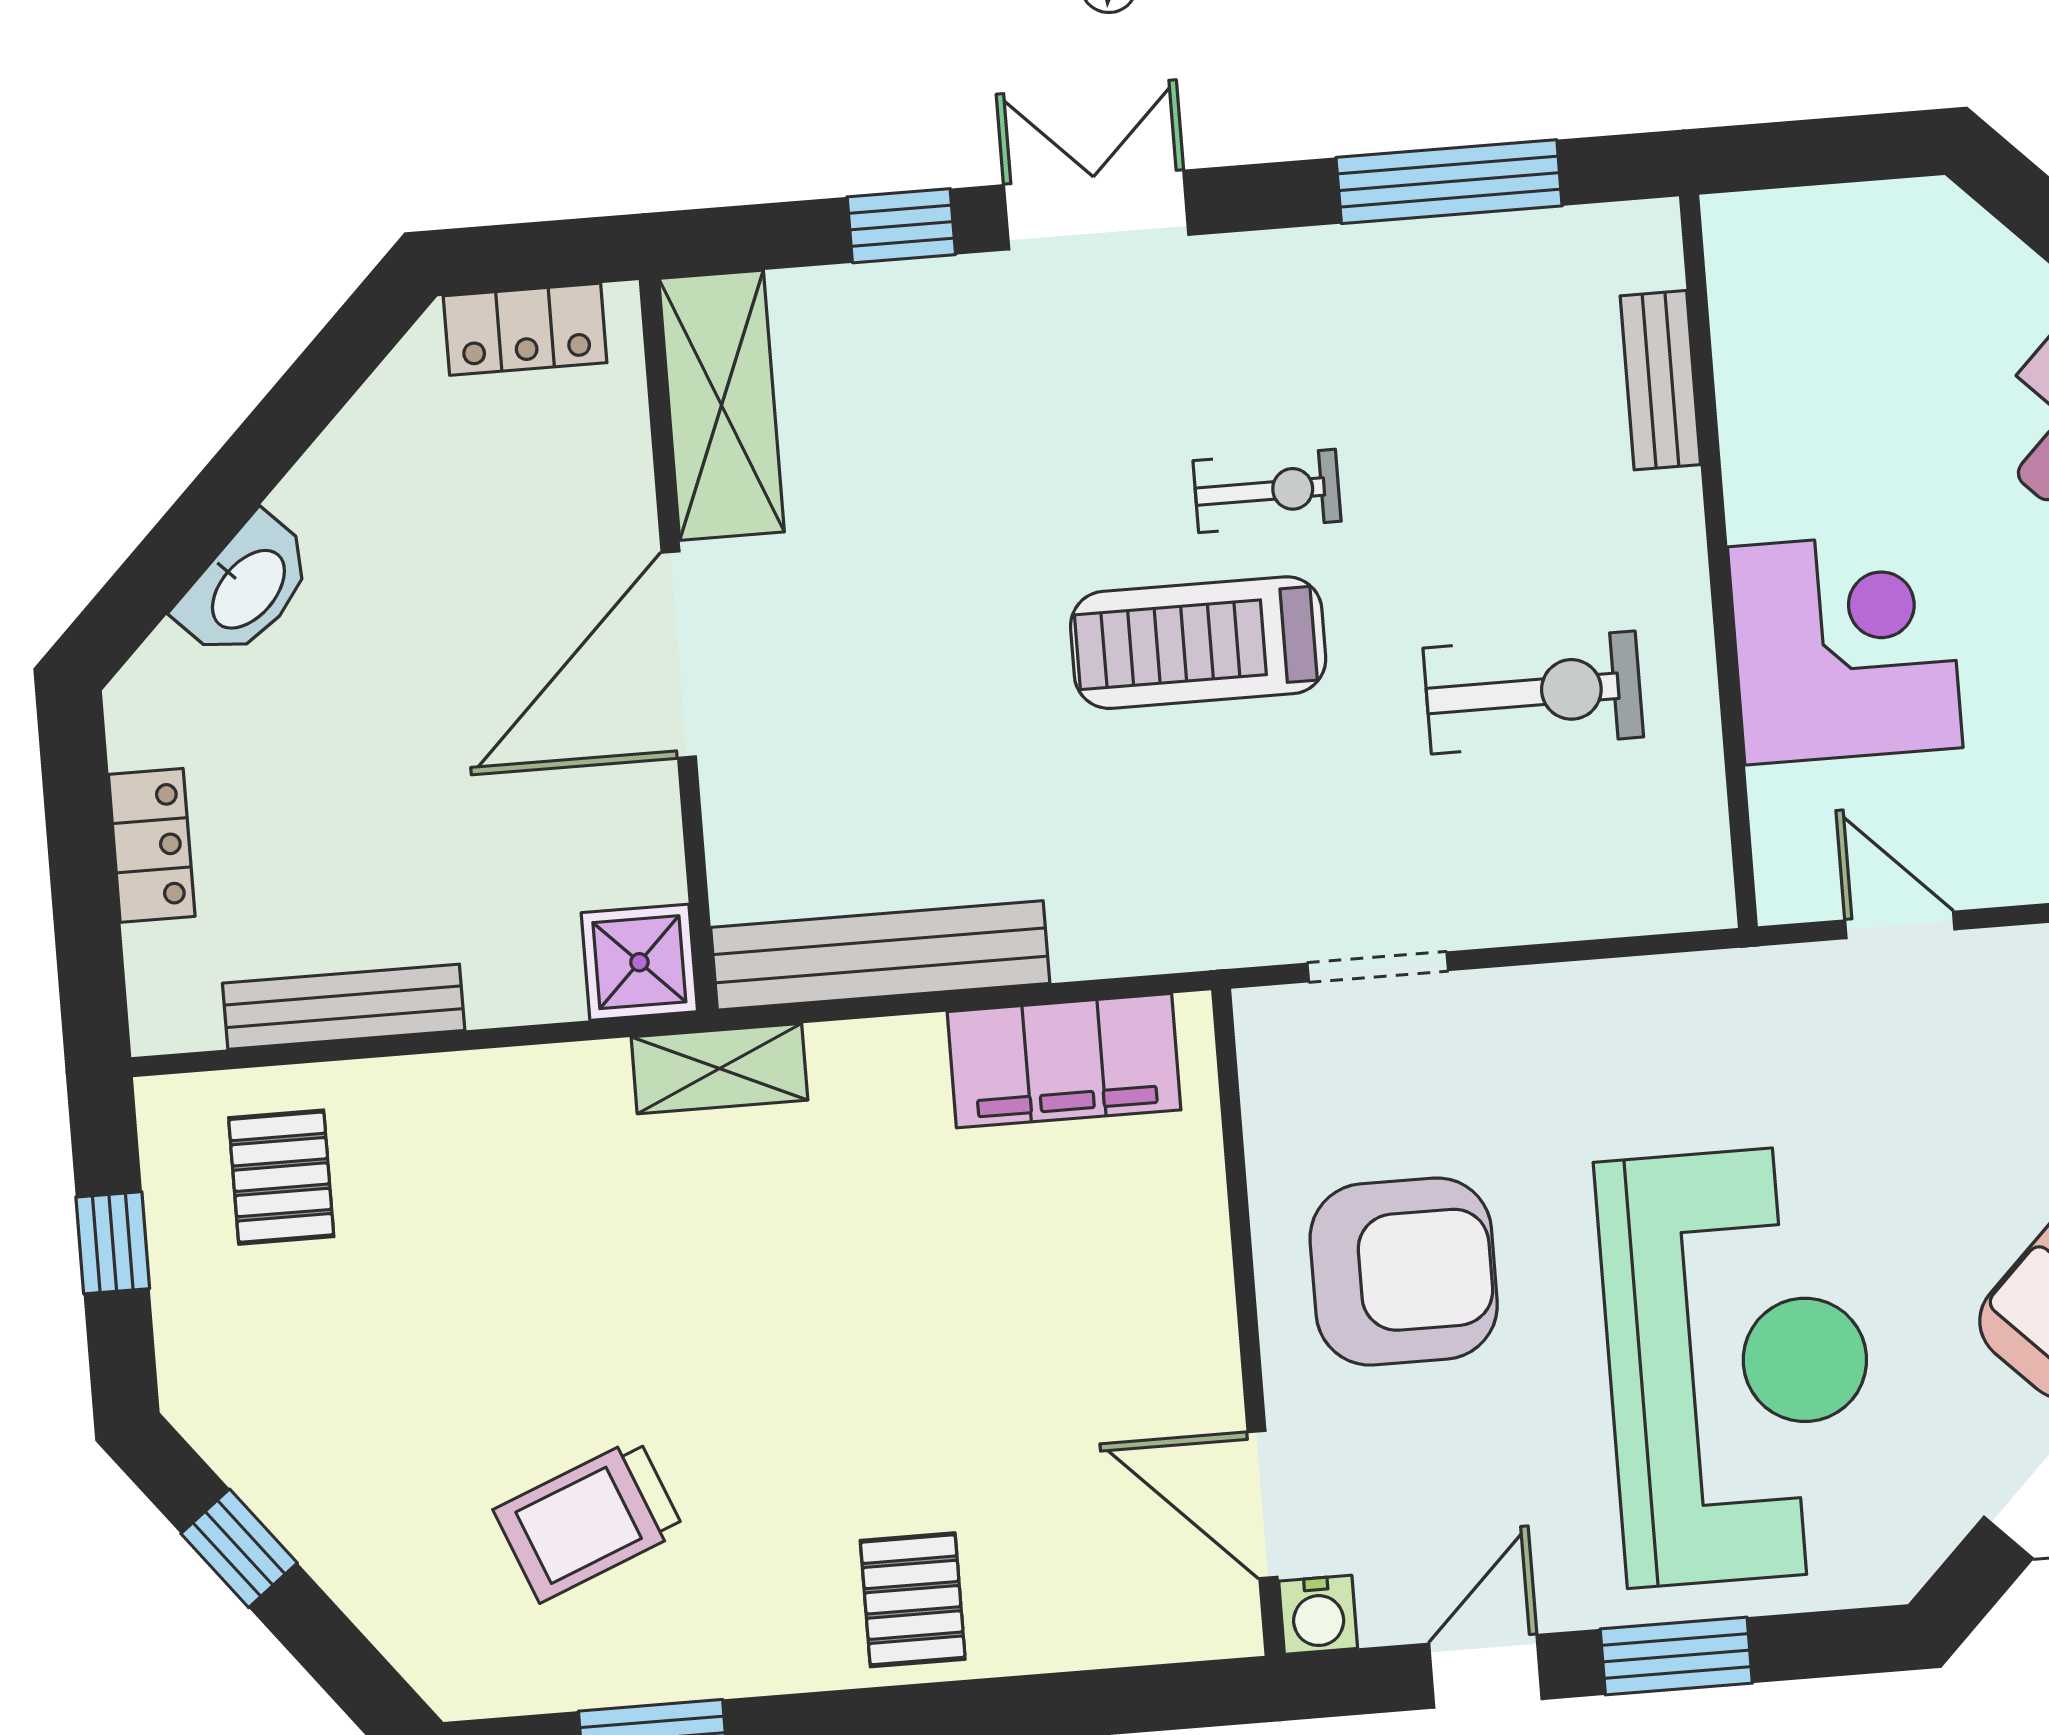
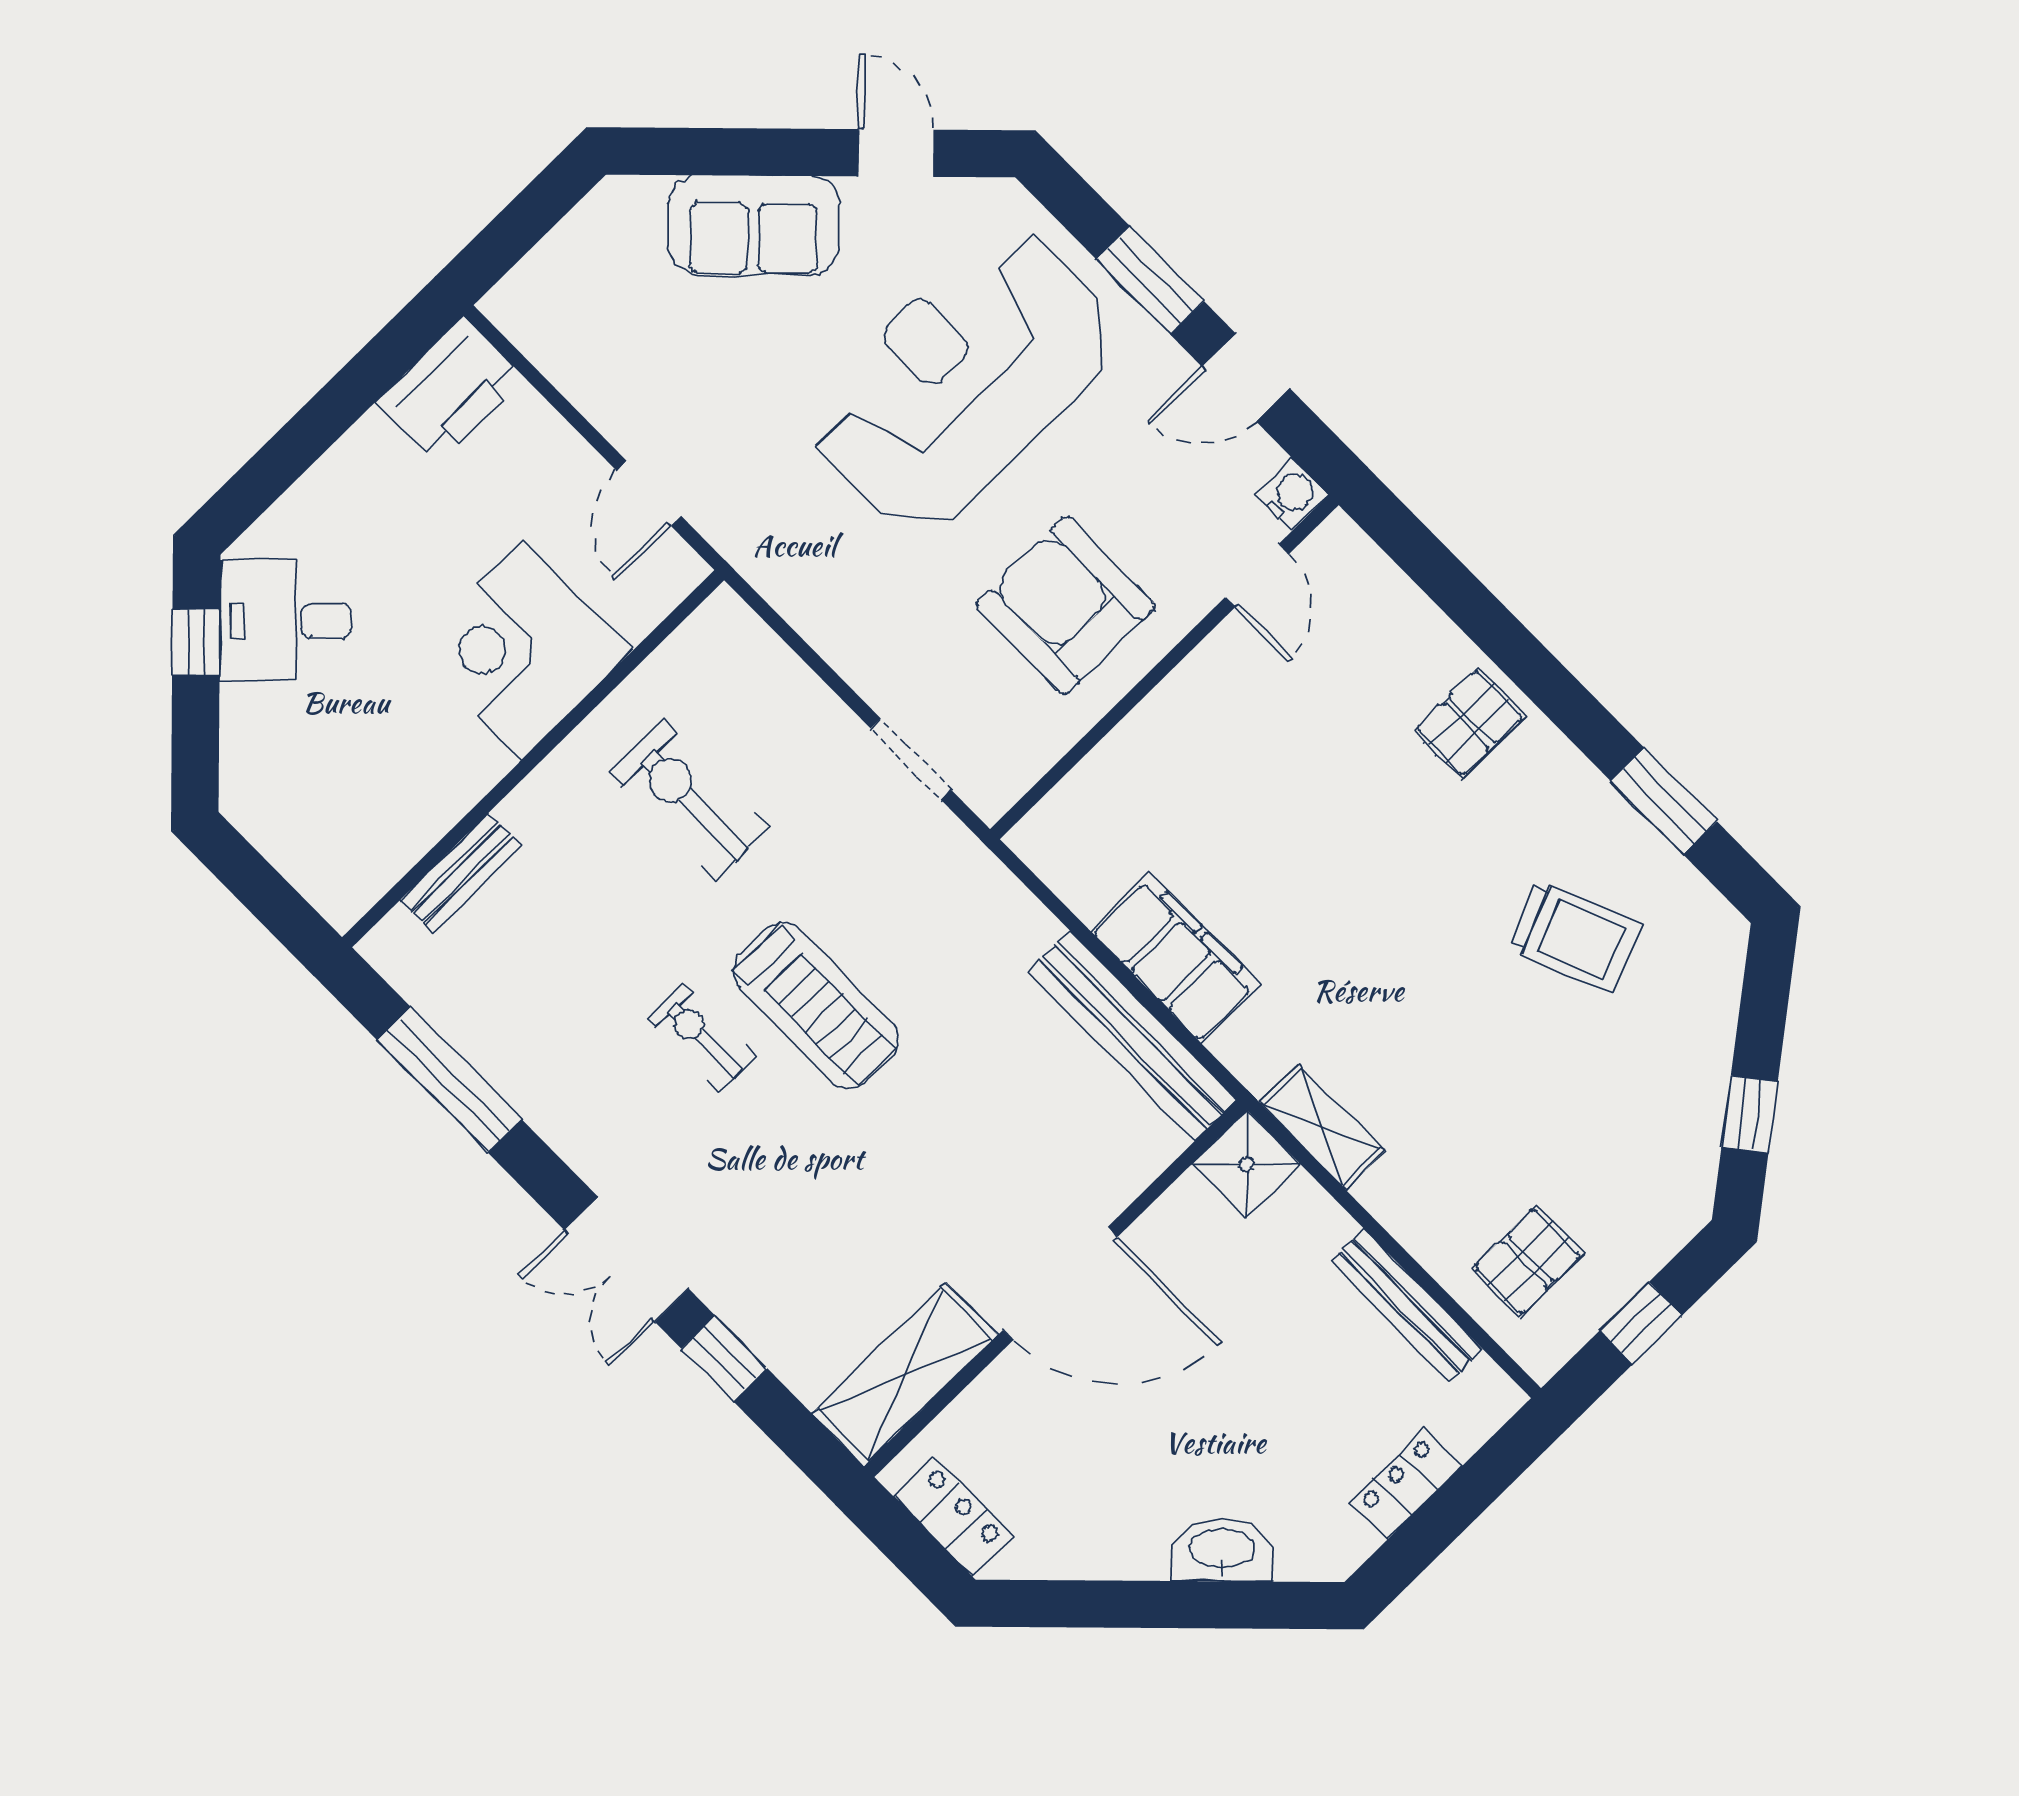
filing cabinet: (1064, 1061) -> (1175, 958), moved
shelving: (719, 1069) -> (1322, 1127), moved
door: (1262, 1505) -> (1257, 576), width x0.73

